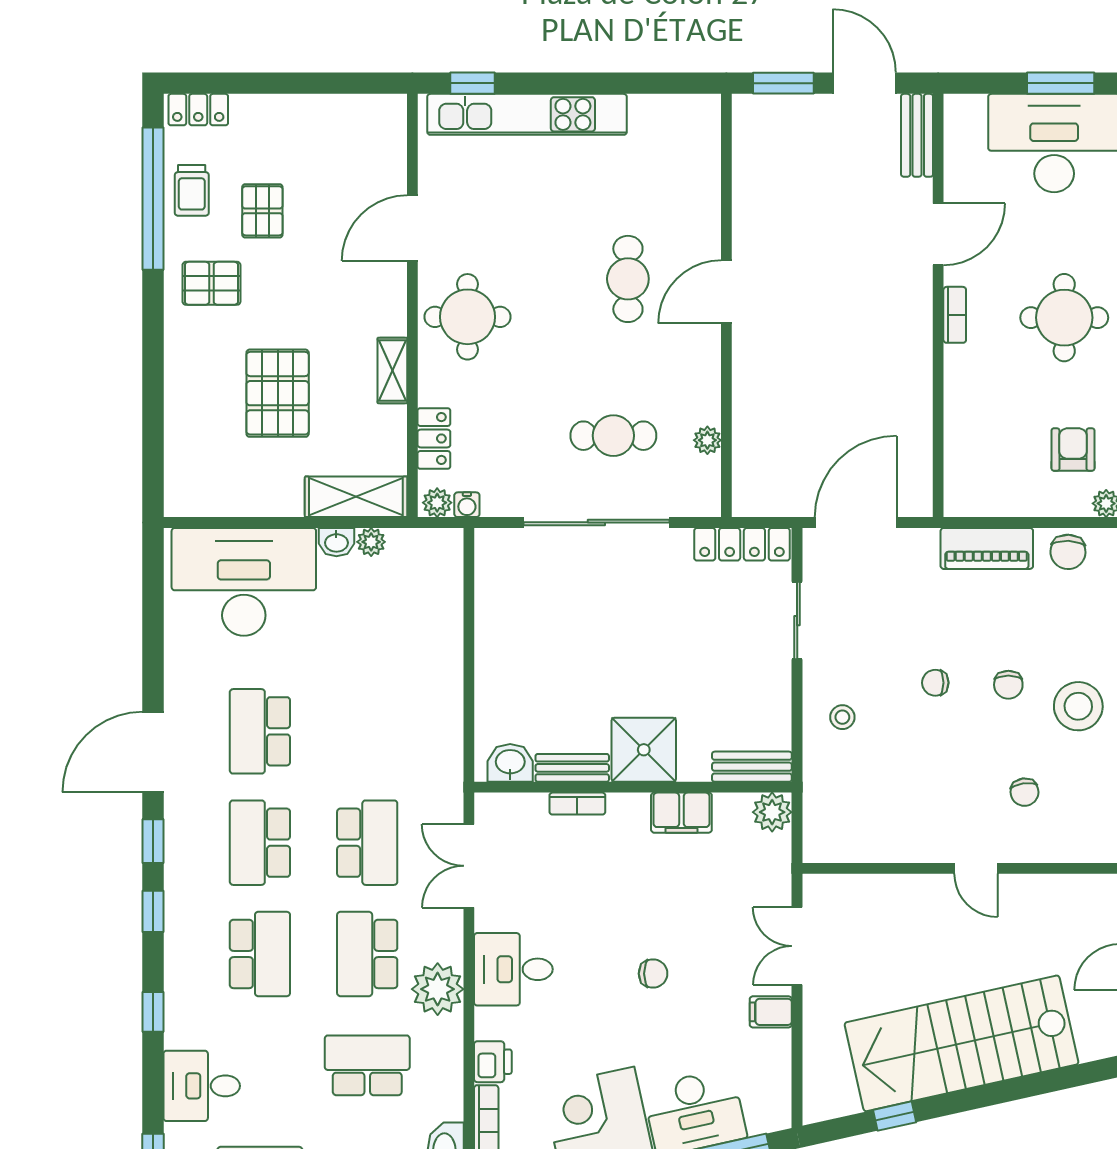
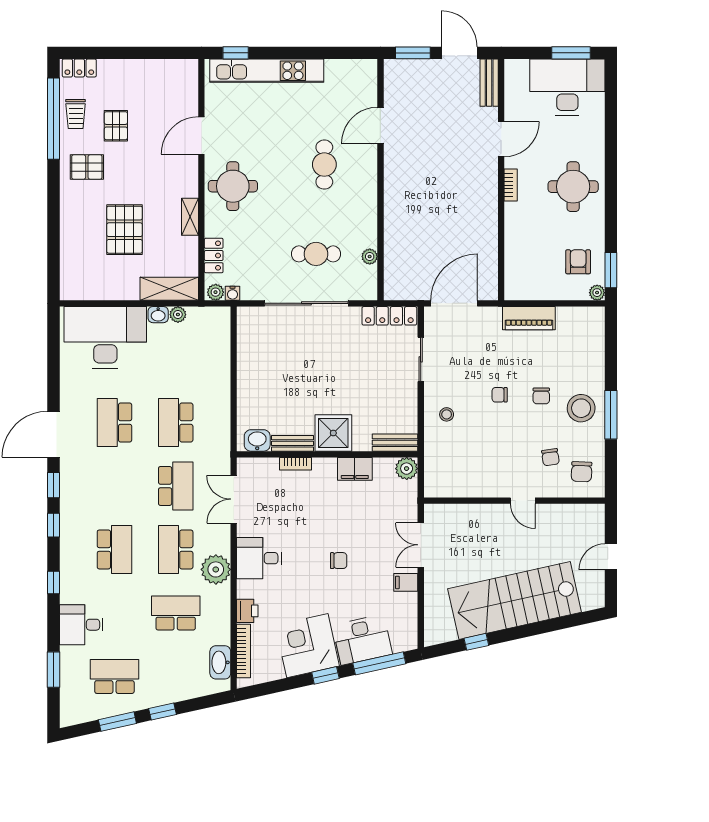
door: (726, 292) -> (380, 125), moved
chair: (1068, 552) -> (582, 472), moved
school desk: (260, 843) -> (176, 422), moved

